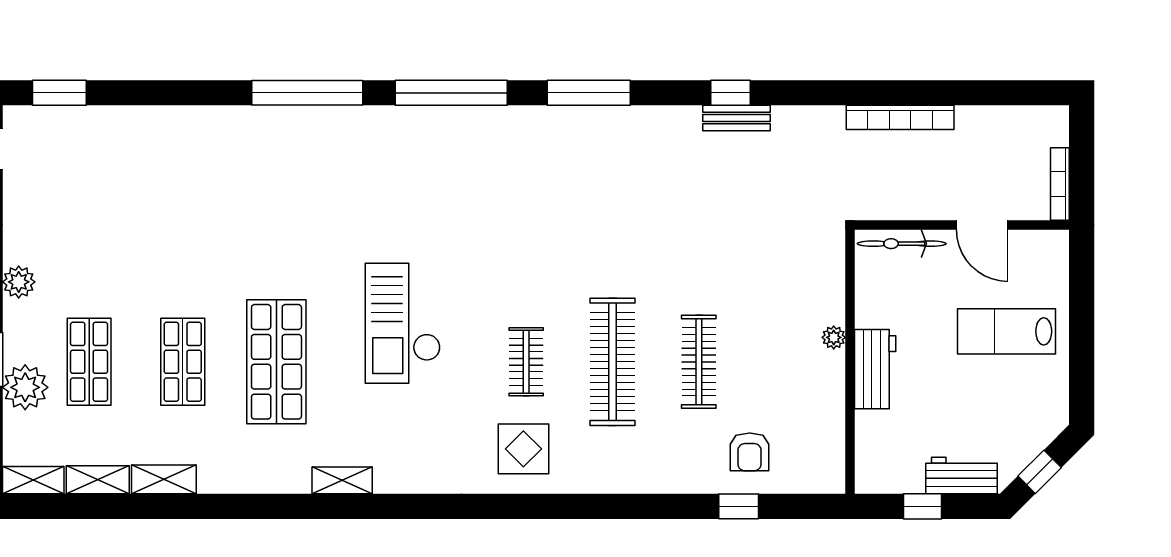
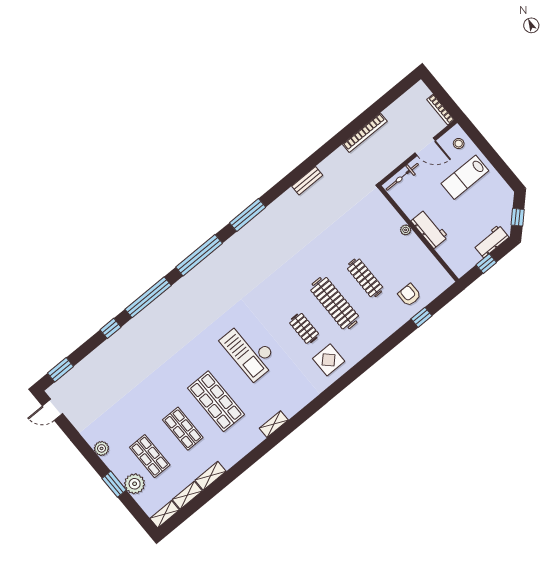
window: (730, 93) -> (111, 328), moved
stool: (1043, 266) -> (459, 144), added
armchair: (750, 452) -> (409, 295), turned 180

